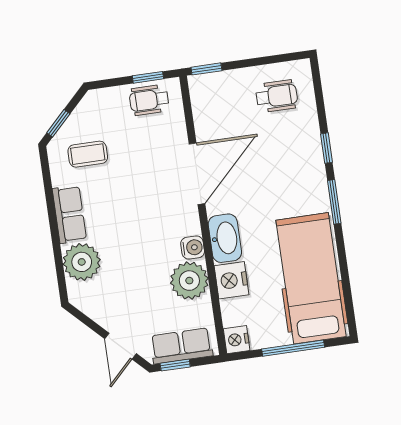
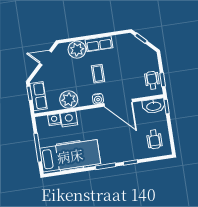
coffee table: (88, 154) -> (98, 74), moved
washbasin: (225, 238) -> (154, 106), moved
water cooler: (193, 248) -> (98, 99), moved
nightstand: (237, 340) -> (54, 120), moved
door: (121, 346) -> (46, 58), moved

